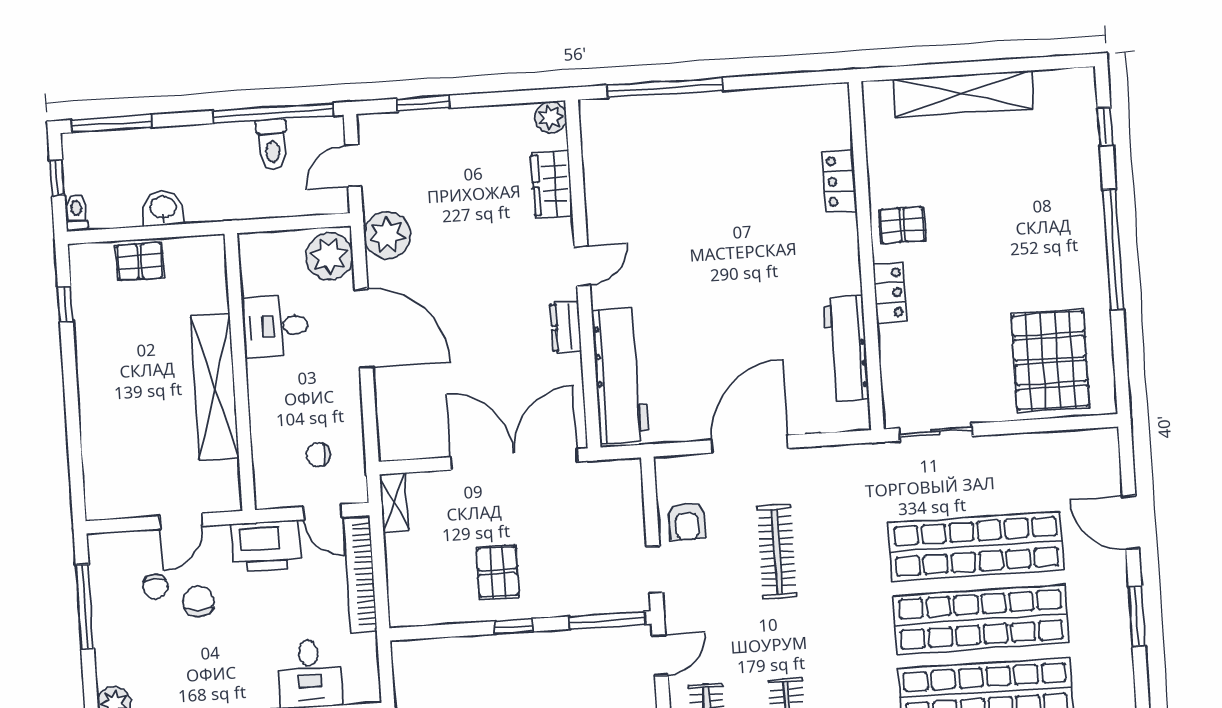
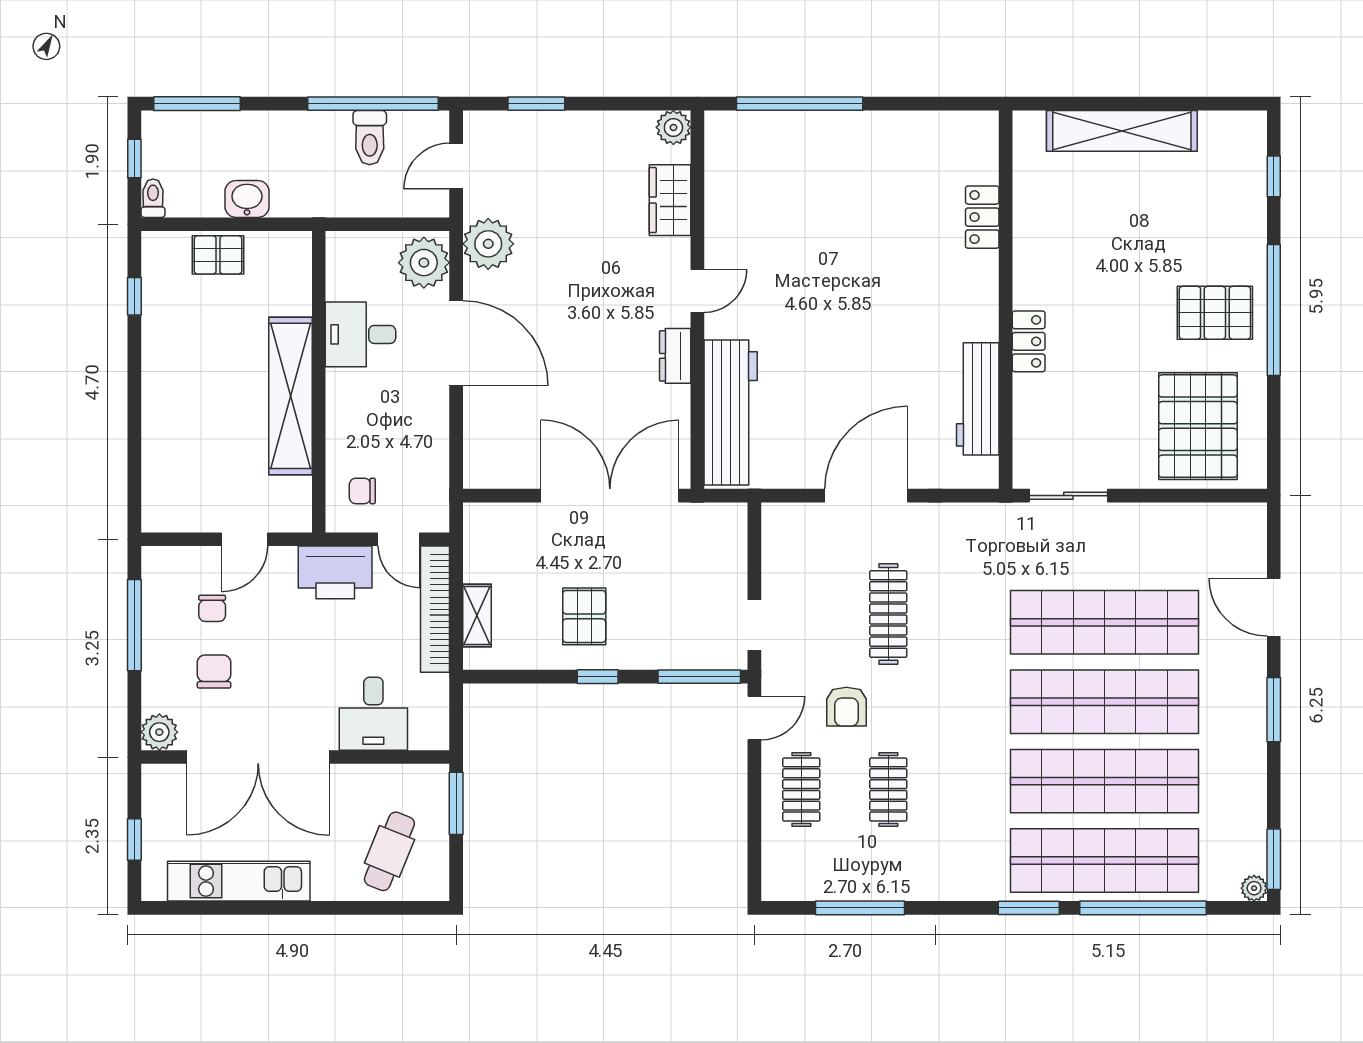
pallet: (902, 225) -> (1215, 313), moved, width x1.50, depth x1.42
chair: (318, 455) -> (362, 491), moved
shelving: (394, 502) -> (477, 616), moved
armchair: (687, 521) -> (846, 707), moved
chair: (198, 601) -> (214, 671), moved

